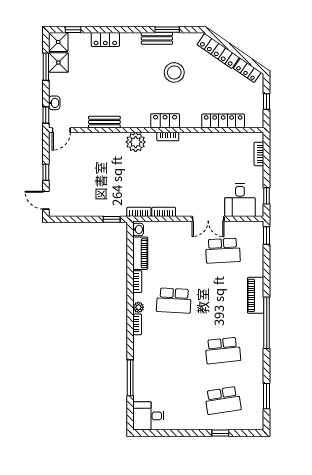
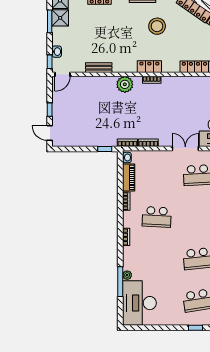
double door: (208, 219) -> (185, 148), swing flipped
plant: (138, 307) -> (127, 275), moved
desk: (148, 416) -> (139, 303), width x1.87, depth x1.30

